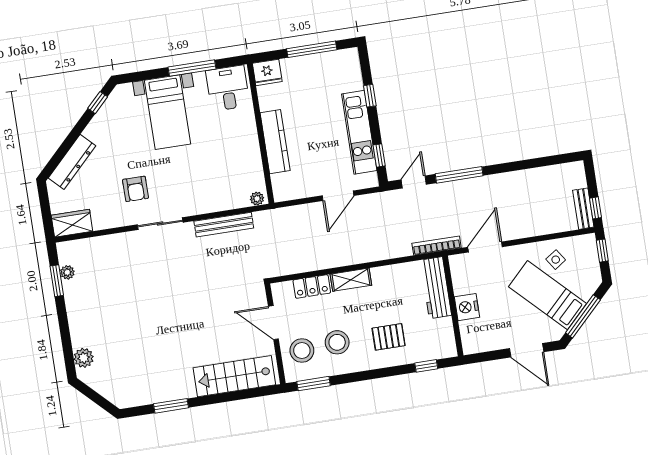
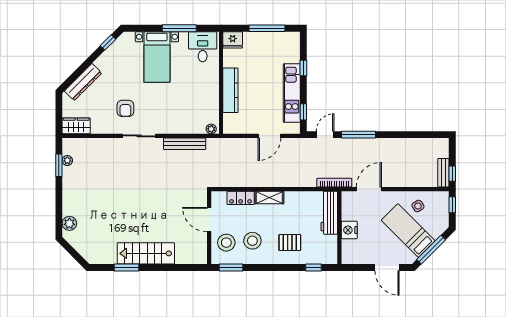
stairs: (234, 376) -> (146, 253), moved

